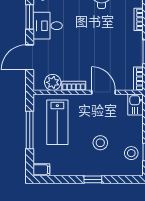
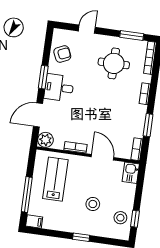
plant: (53, 82) -> (45, 140), moved
lab bench: (57, 122) -> (55, 179), turned 180
window: (30, 130) -> (27, 195), moved

